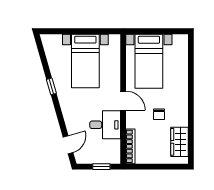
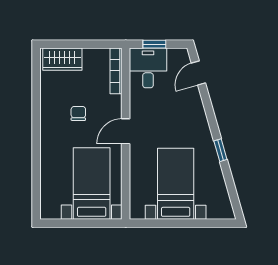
door: (123, 101) -> (126, 131), hinge flipped
desk: (105, 125) -> (148, 68), moved, turned 90
wardrobe: (179, 142) -> (62, 59), moved, turned 90

